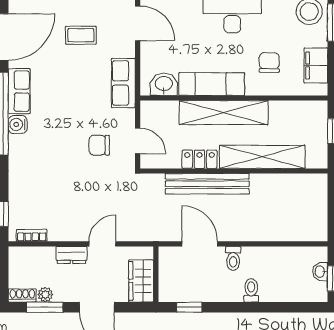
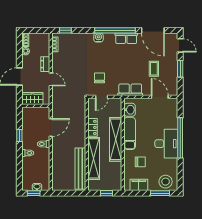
door: (138, 23) -> (160, 97), swing flipped
water cooler: (18, 124) -> (98, 38), moved
bench: (207, 184) -> (80, 169), moved
window: (45, 307) -> (19, 51), removed
window: (189, 307) -> (19, 135), moved

